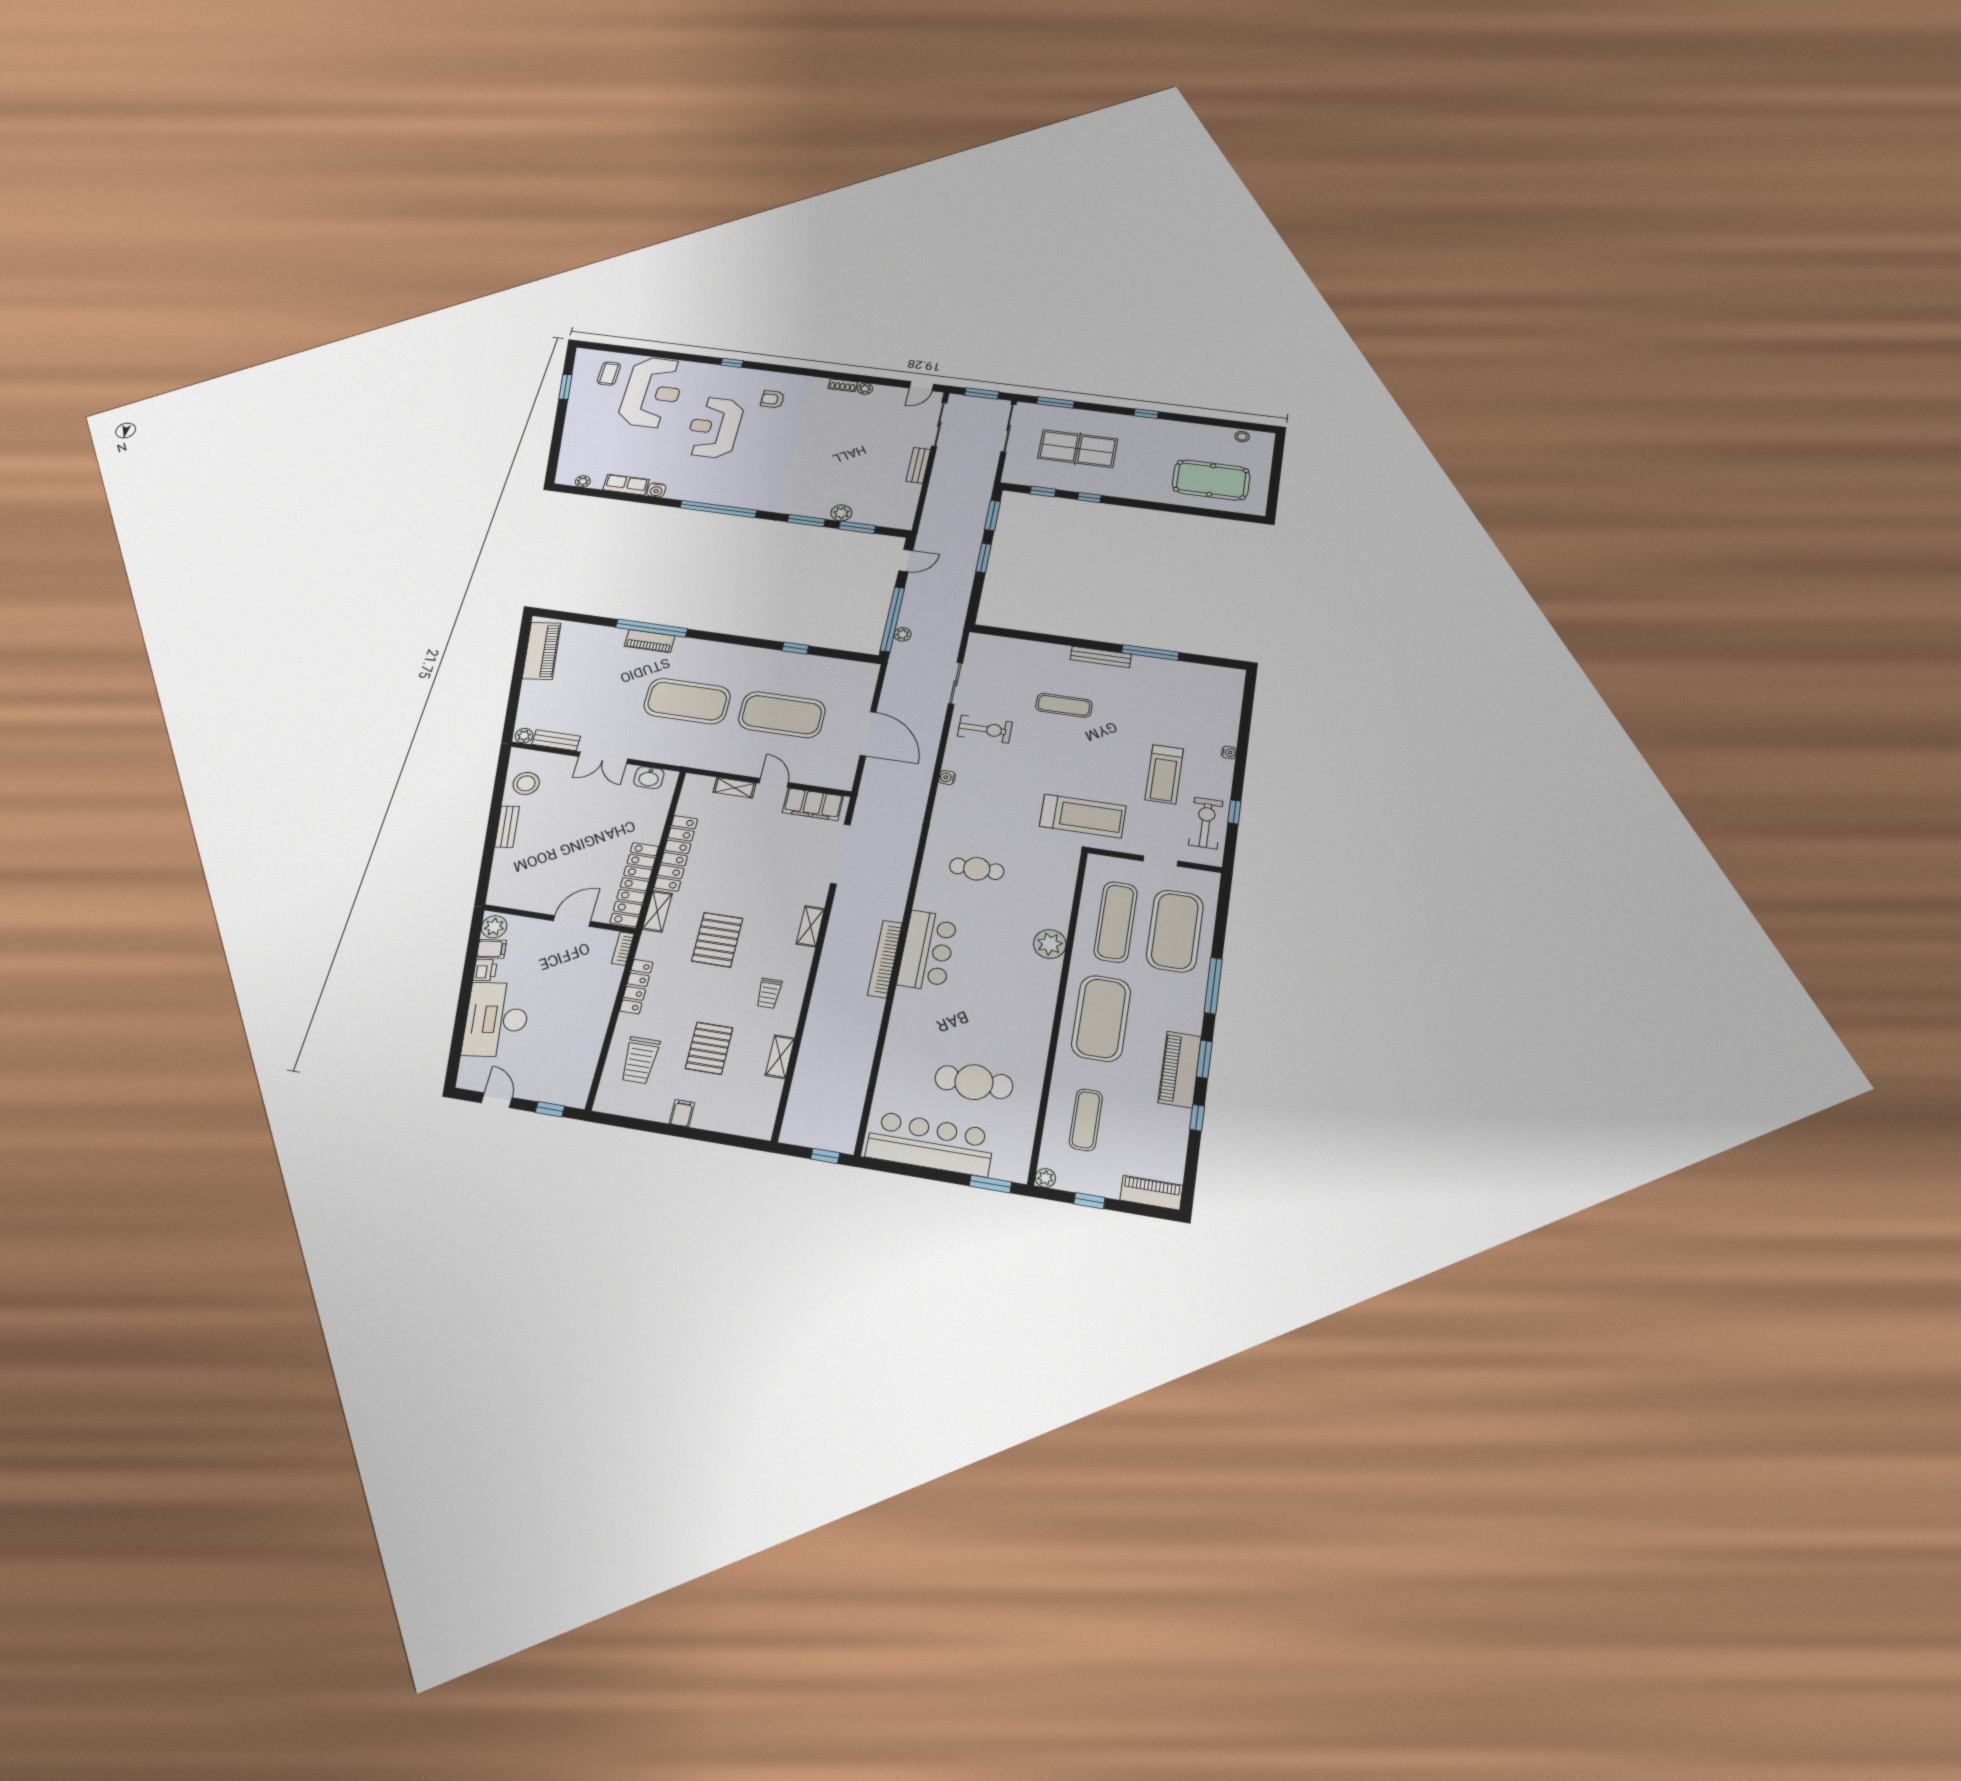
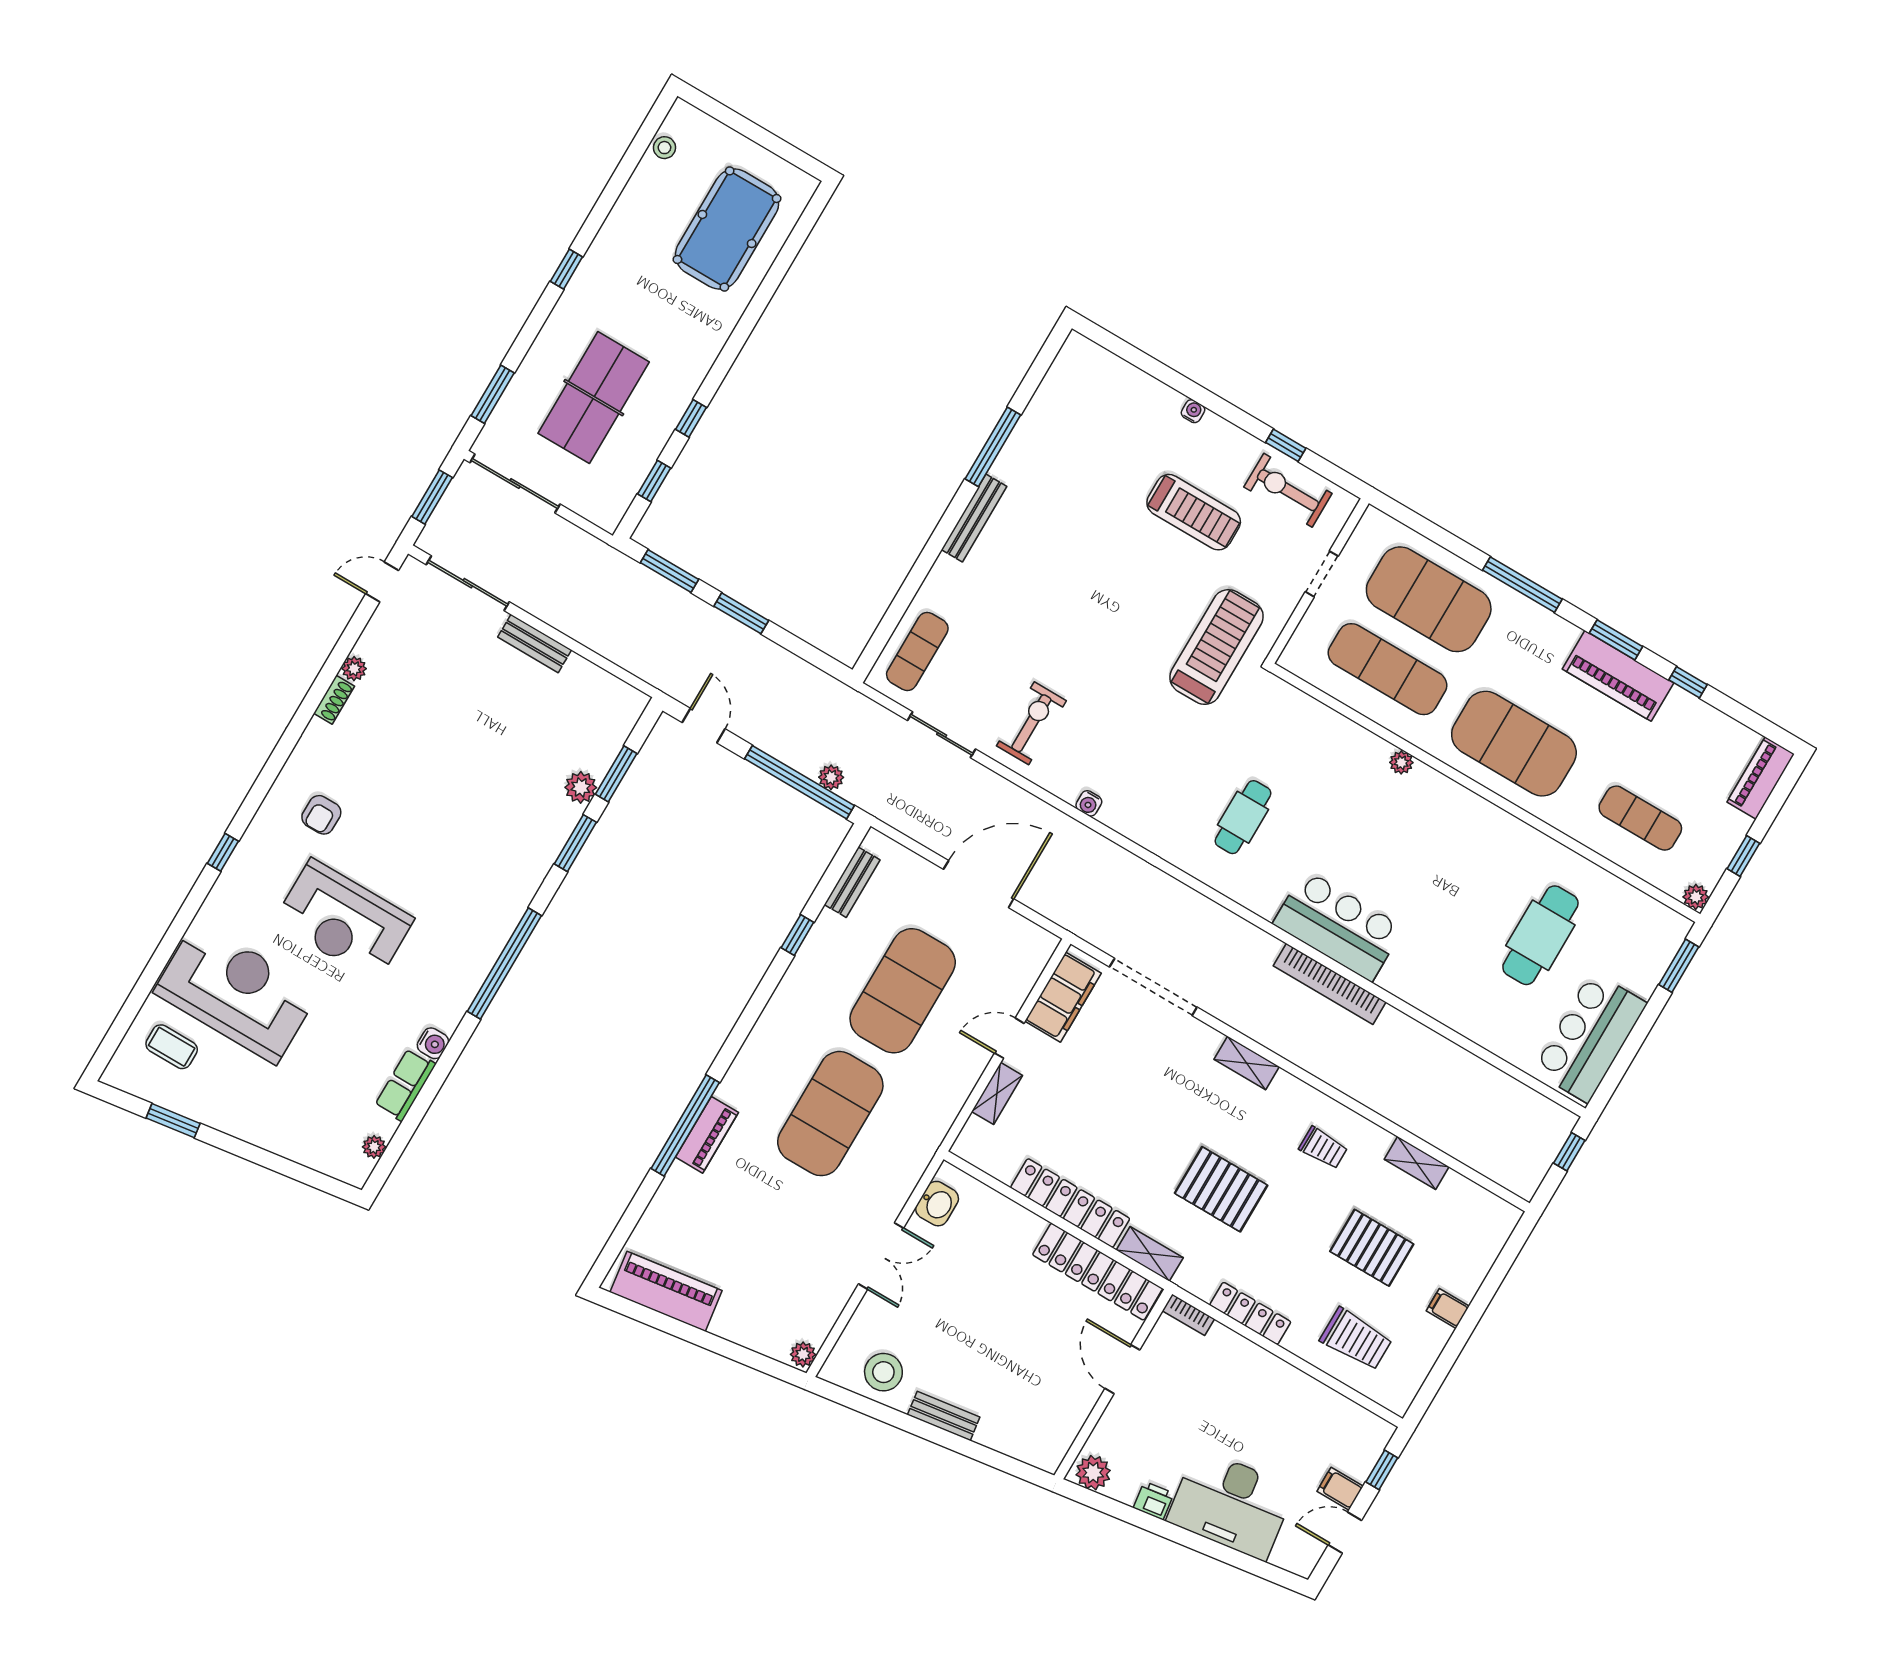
door: (921, 386) -> (382, 582), swing flipped
exercise mat: (1064, 705) -> (917, 652), moved
bench: (556, 740) -> (852, 882), moved
plant: (1050, 944) -> (1401, 762), width x0.53, depth x0.53
filing cabinet: (492, 949) -> (1340, 1489), moved, turned -82
bar counter: (930, 1144) -> (1590, 1037), width x0.73

